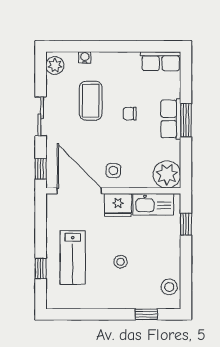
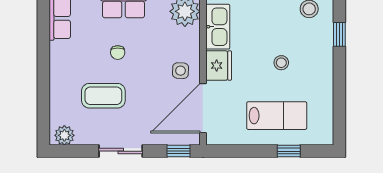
water cooler: (85, 58) -> (56, 102), removed

